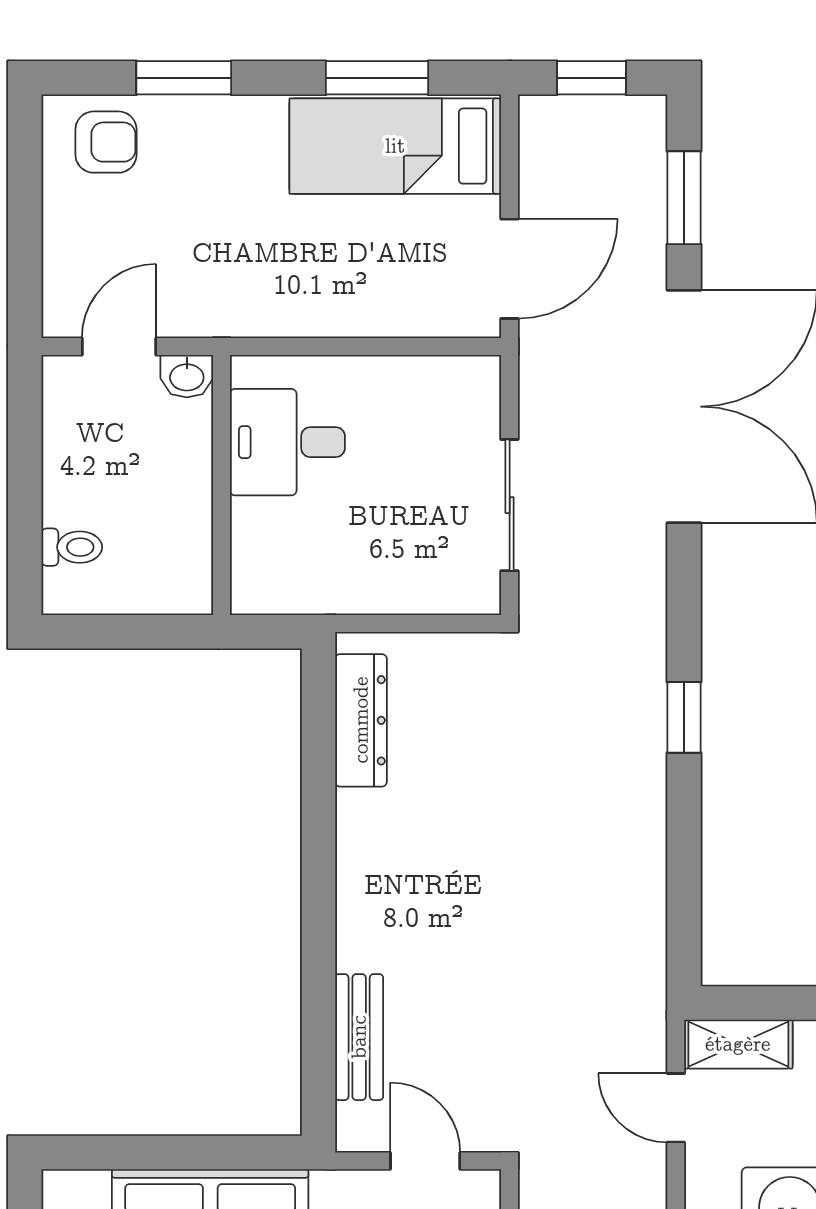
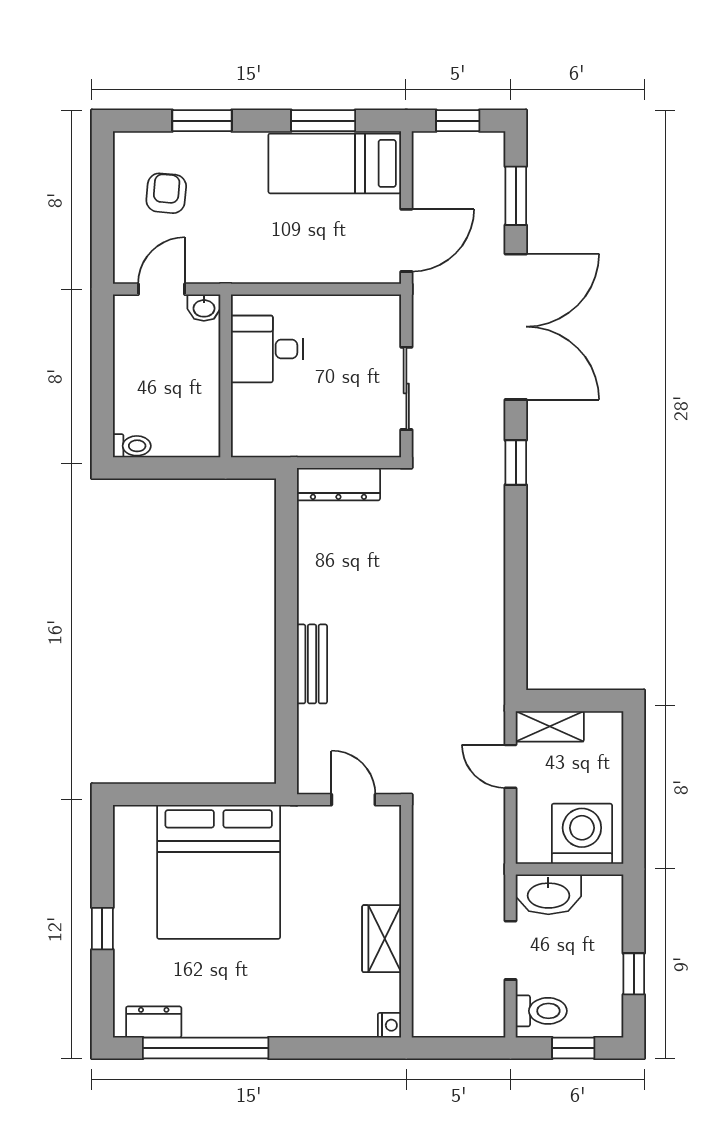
armchair: (106, 142) -> (166, 193), moved, turned -85
toilet: (72, 547) -> (132, 446), moved
window: (684, 717) -> (516, 463), moved
dresser: (361, 720) -> (338, 484), moved, turned 90
bench: (359, 1037) -> (312, 664), moved

